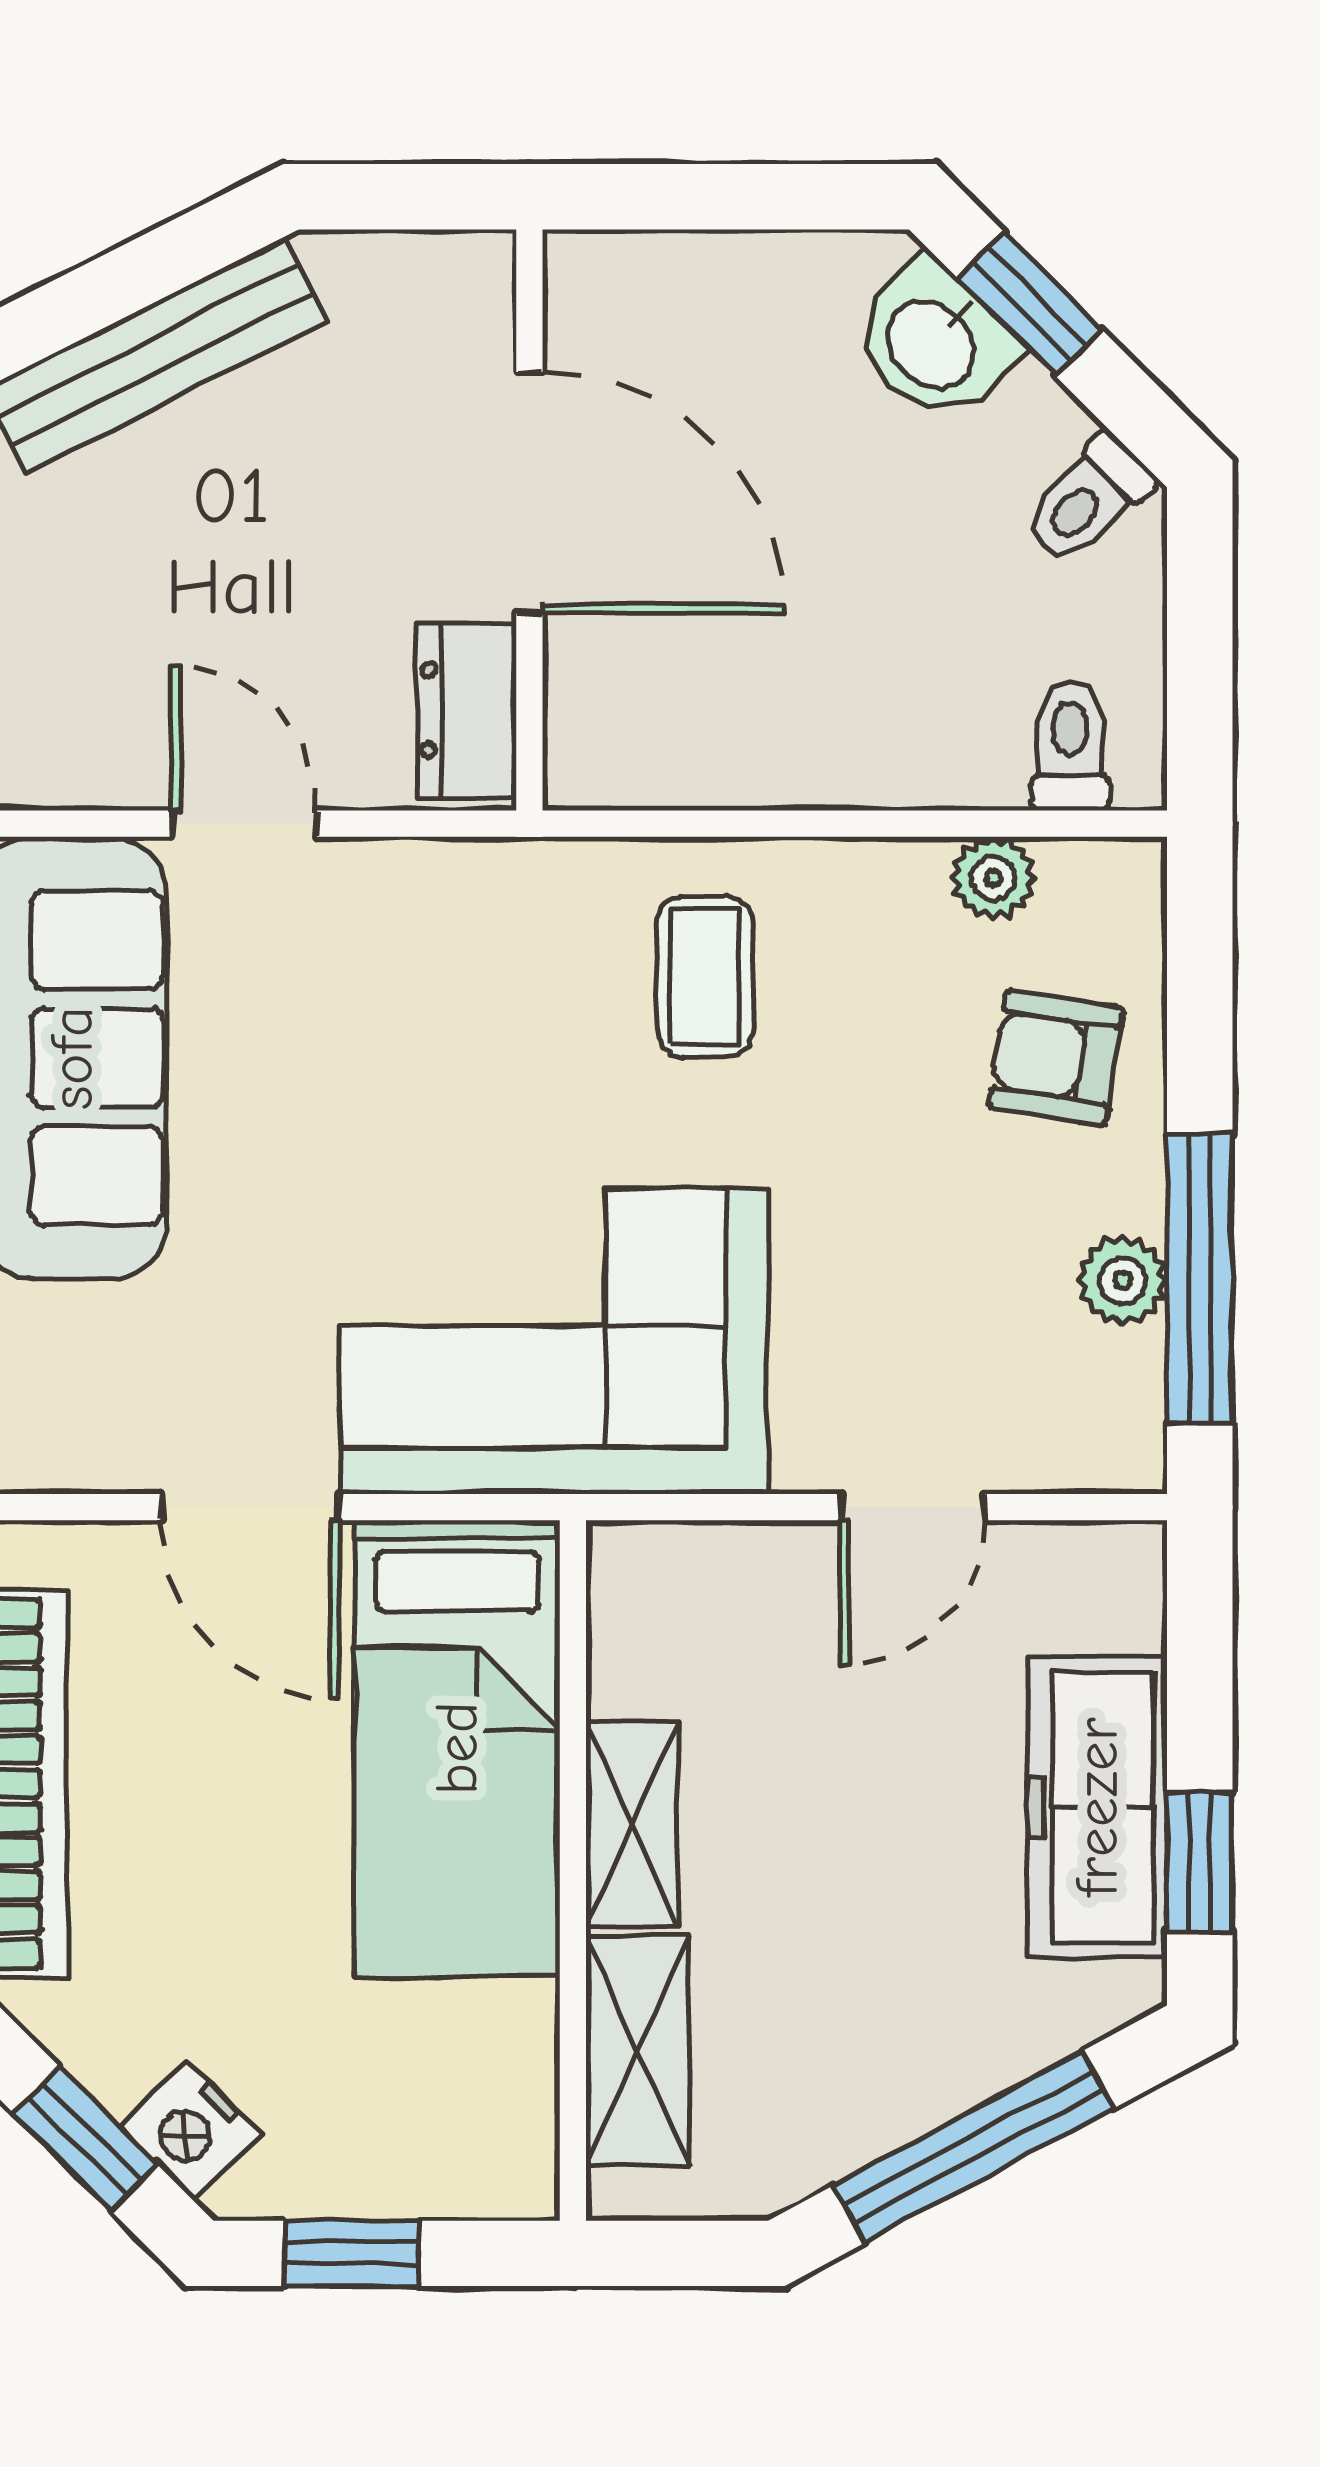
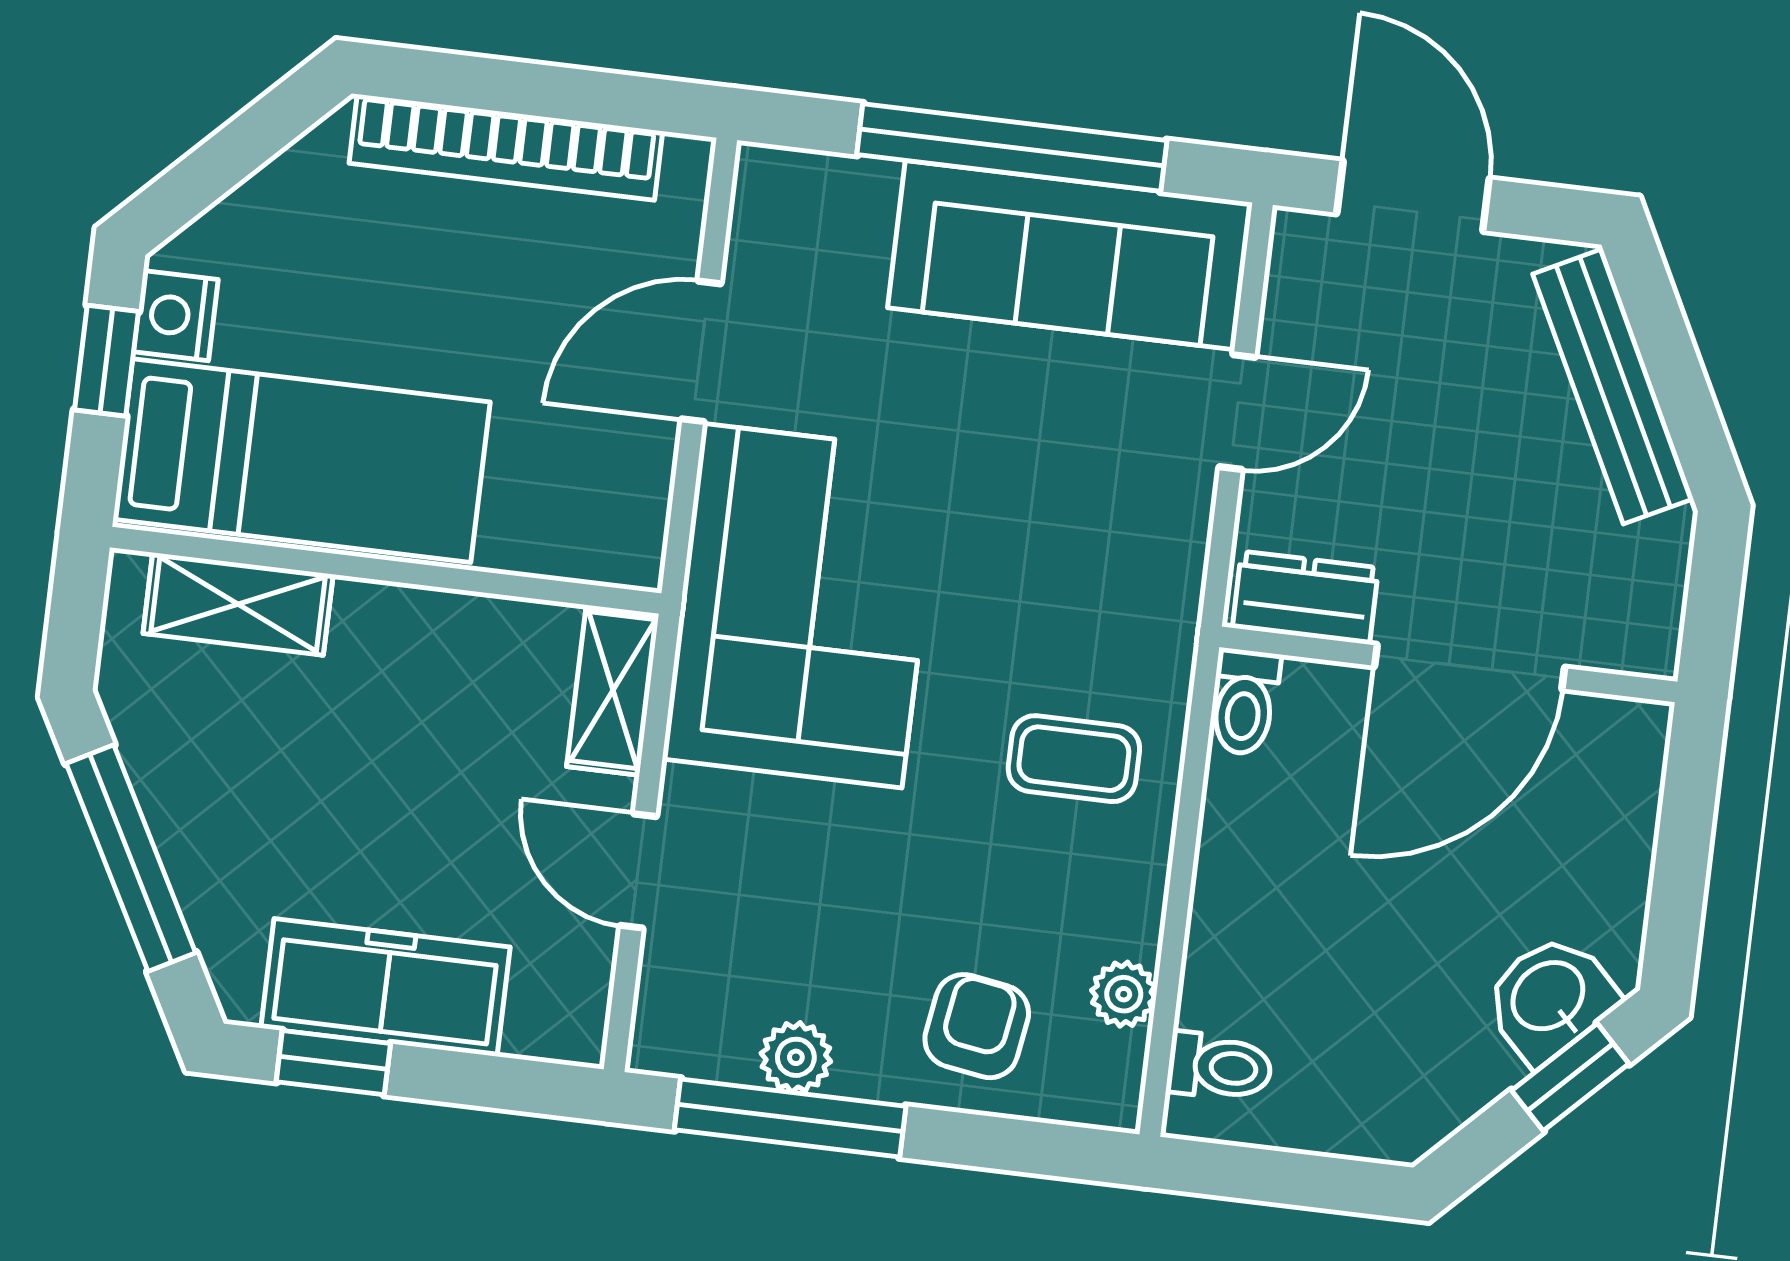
toilet: (1088, 500) -> (1244, 702), moved, turned -135
bed: (457, 1748) -> (302, 461), moved, turned 180
shelving: (632, 1824) -> (613, 690), moved, turned 90
nightstand: (190, 2130) -> (176, 316), moved, turned -45
window: (85, 2139) -> (222, 163), removed

